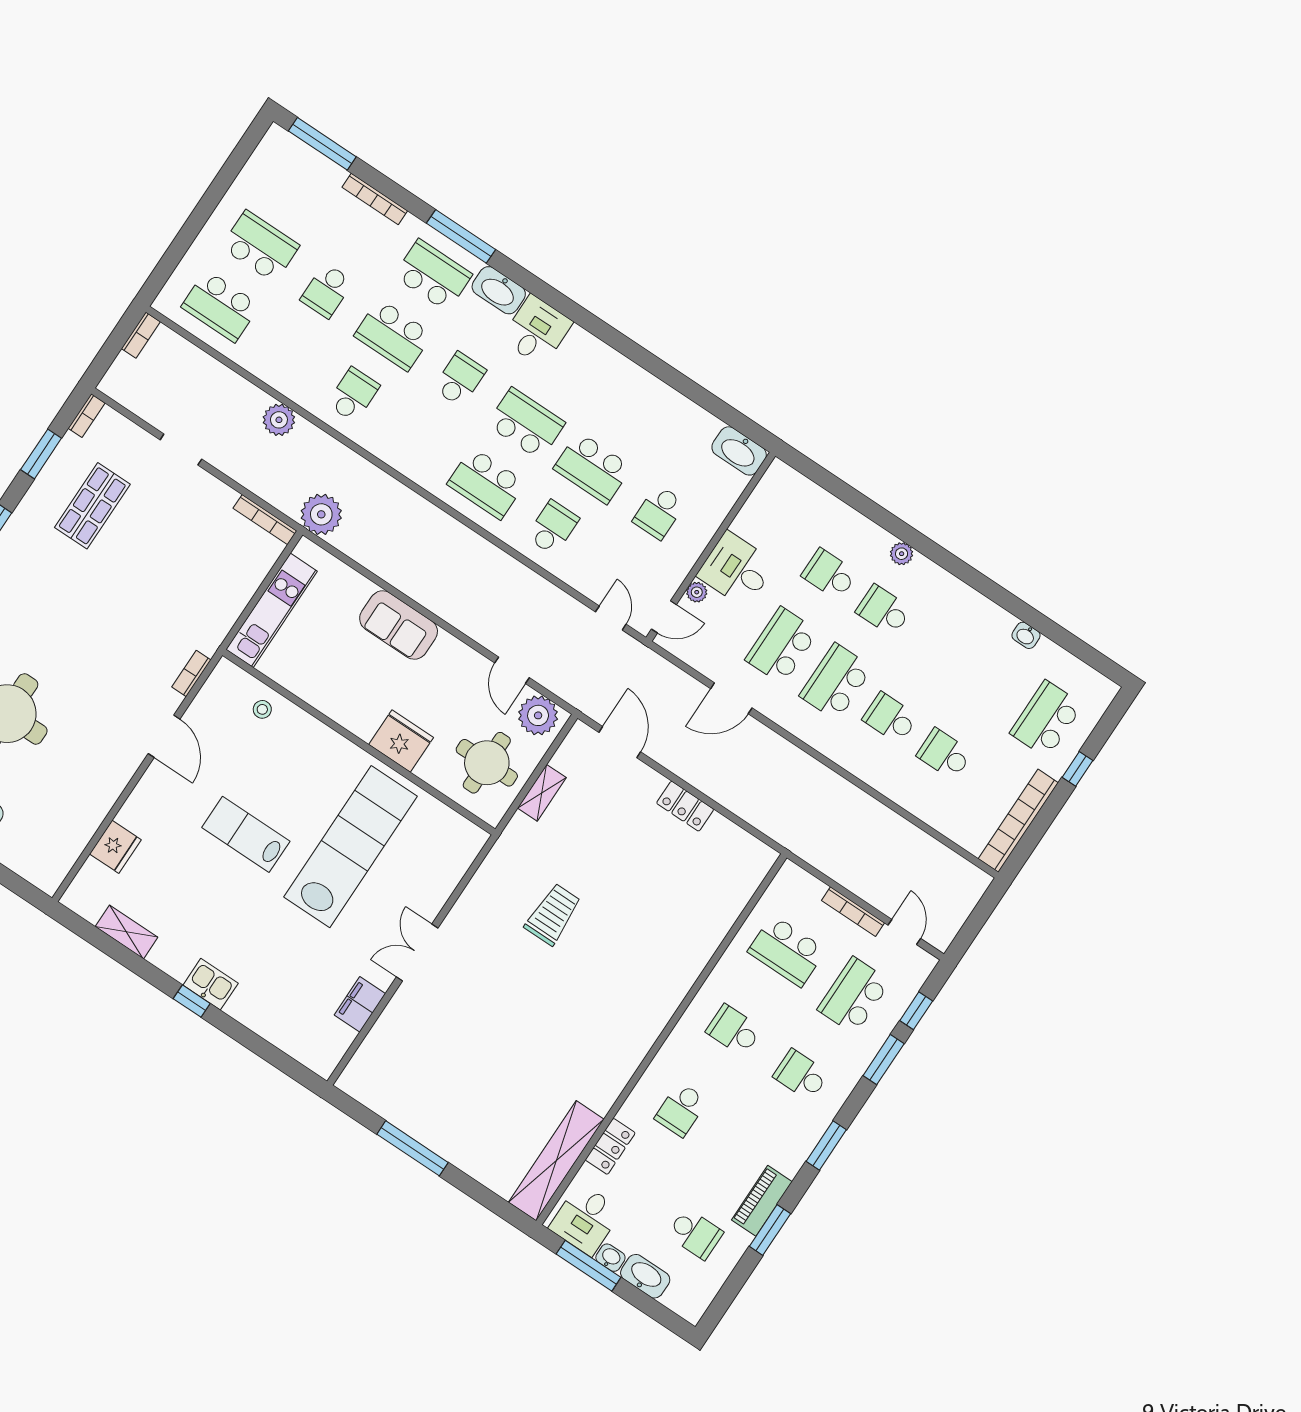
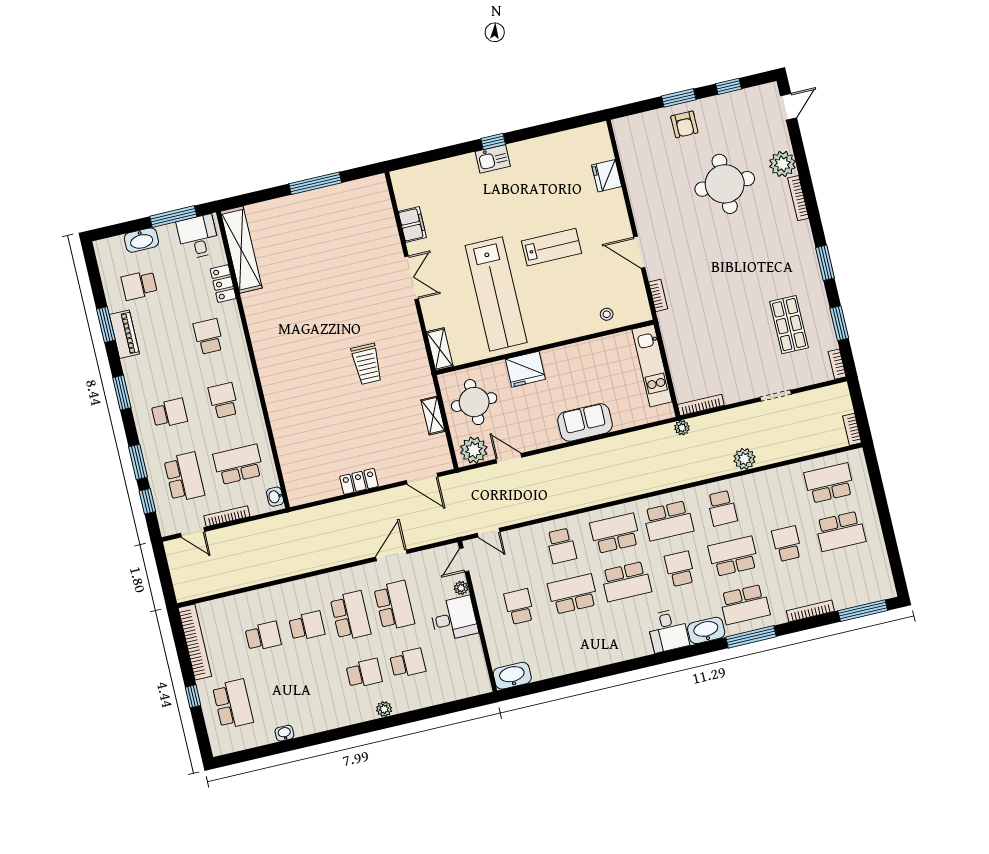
school desk: (460, 379) -> (680, 569), turned 180
school desk: (420, 439) -> (669, 521), added
plant: (321, 514) -> (682, 428), width x0.53, depth x0.53
shelving: (126, 932) -> (440, 349), moved, turned 90
school desk: (734, 1030) -> (223, 400), turned -90
washbasin: (610, 1258) -> (275, 497), moved, turned 90

